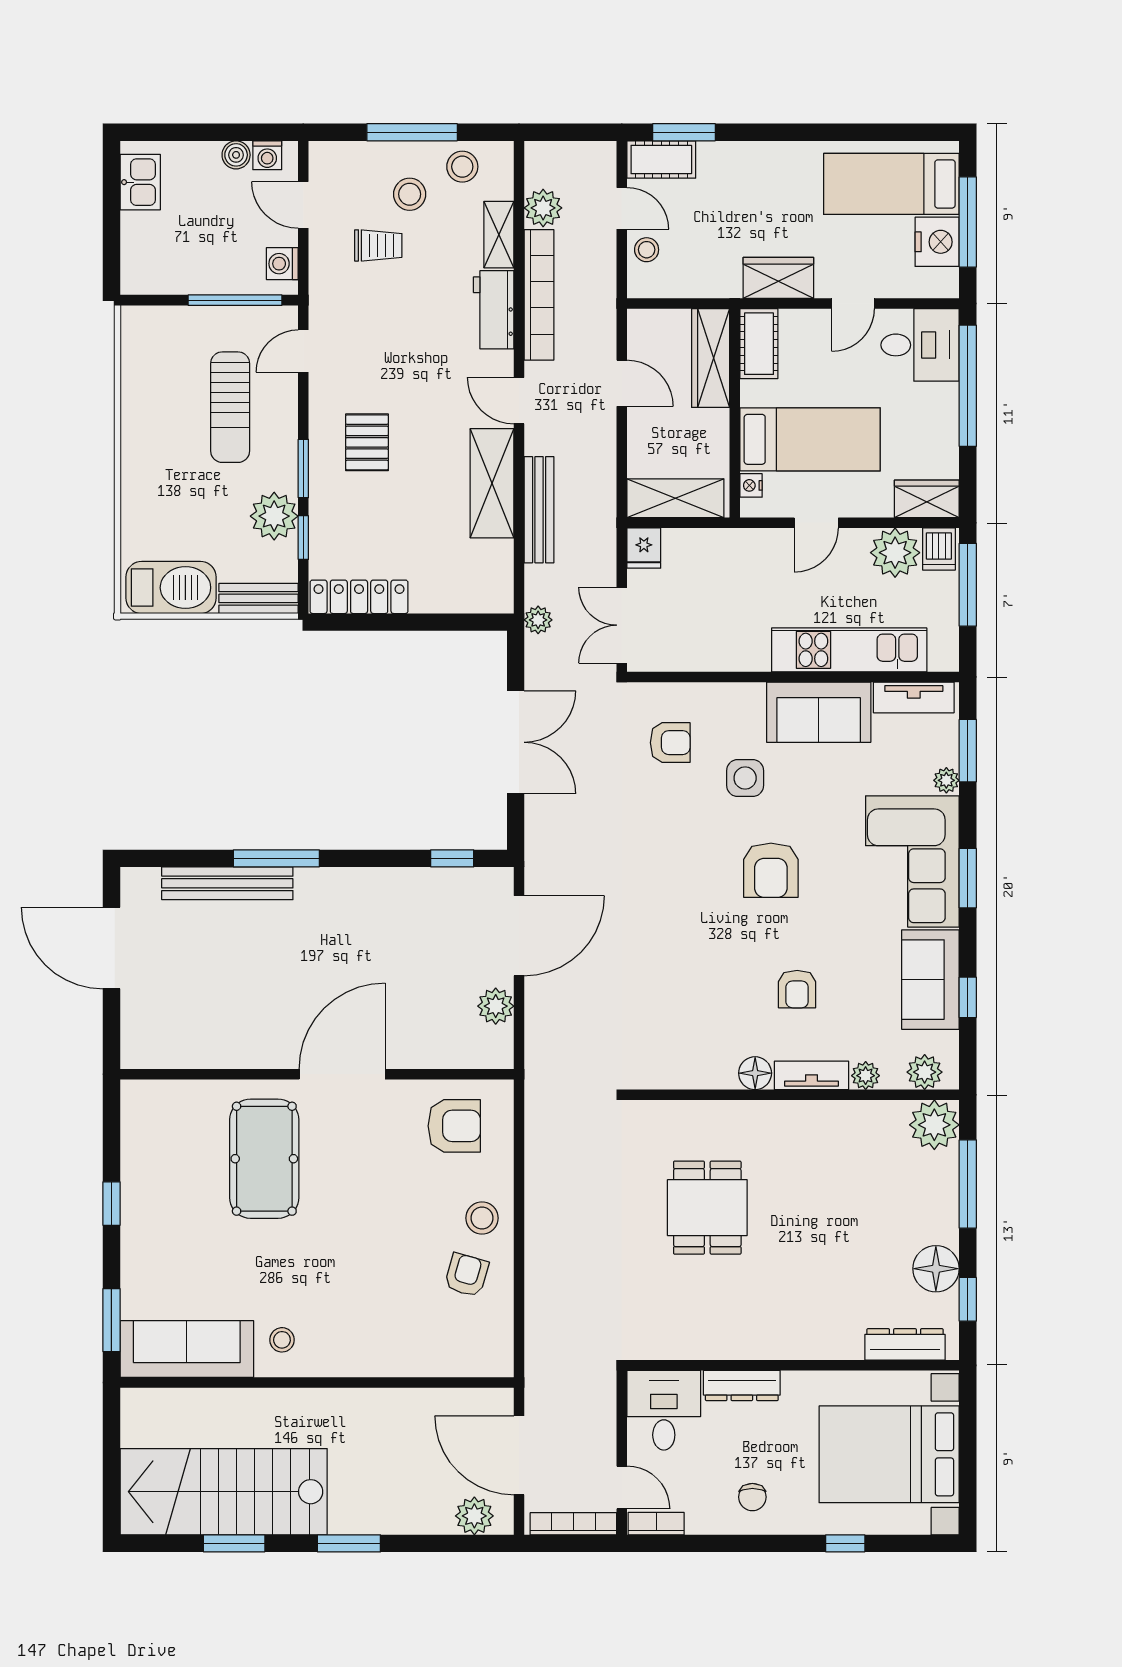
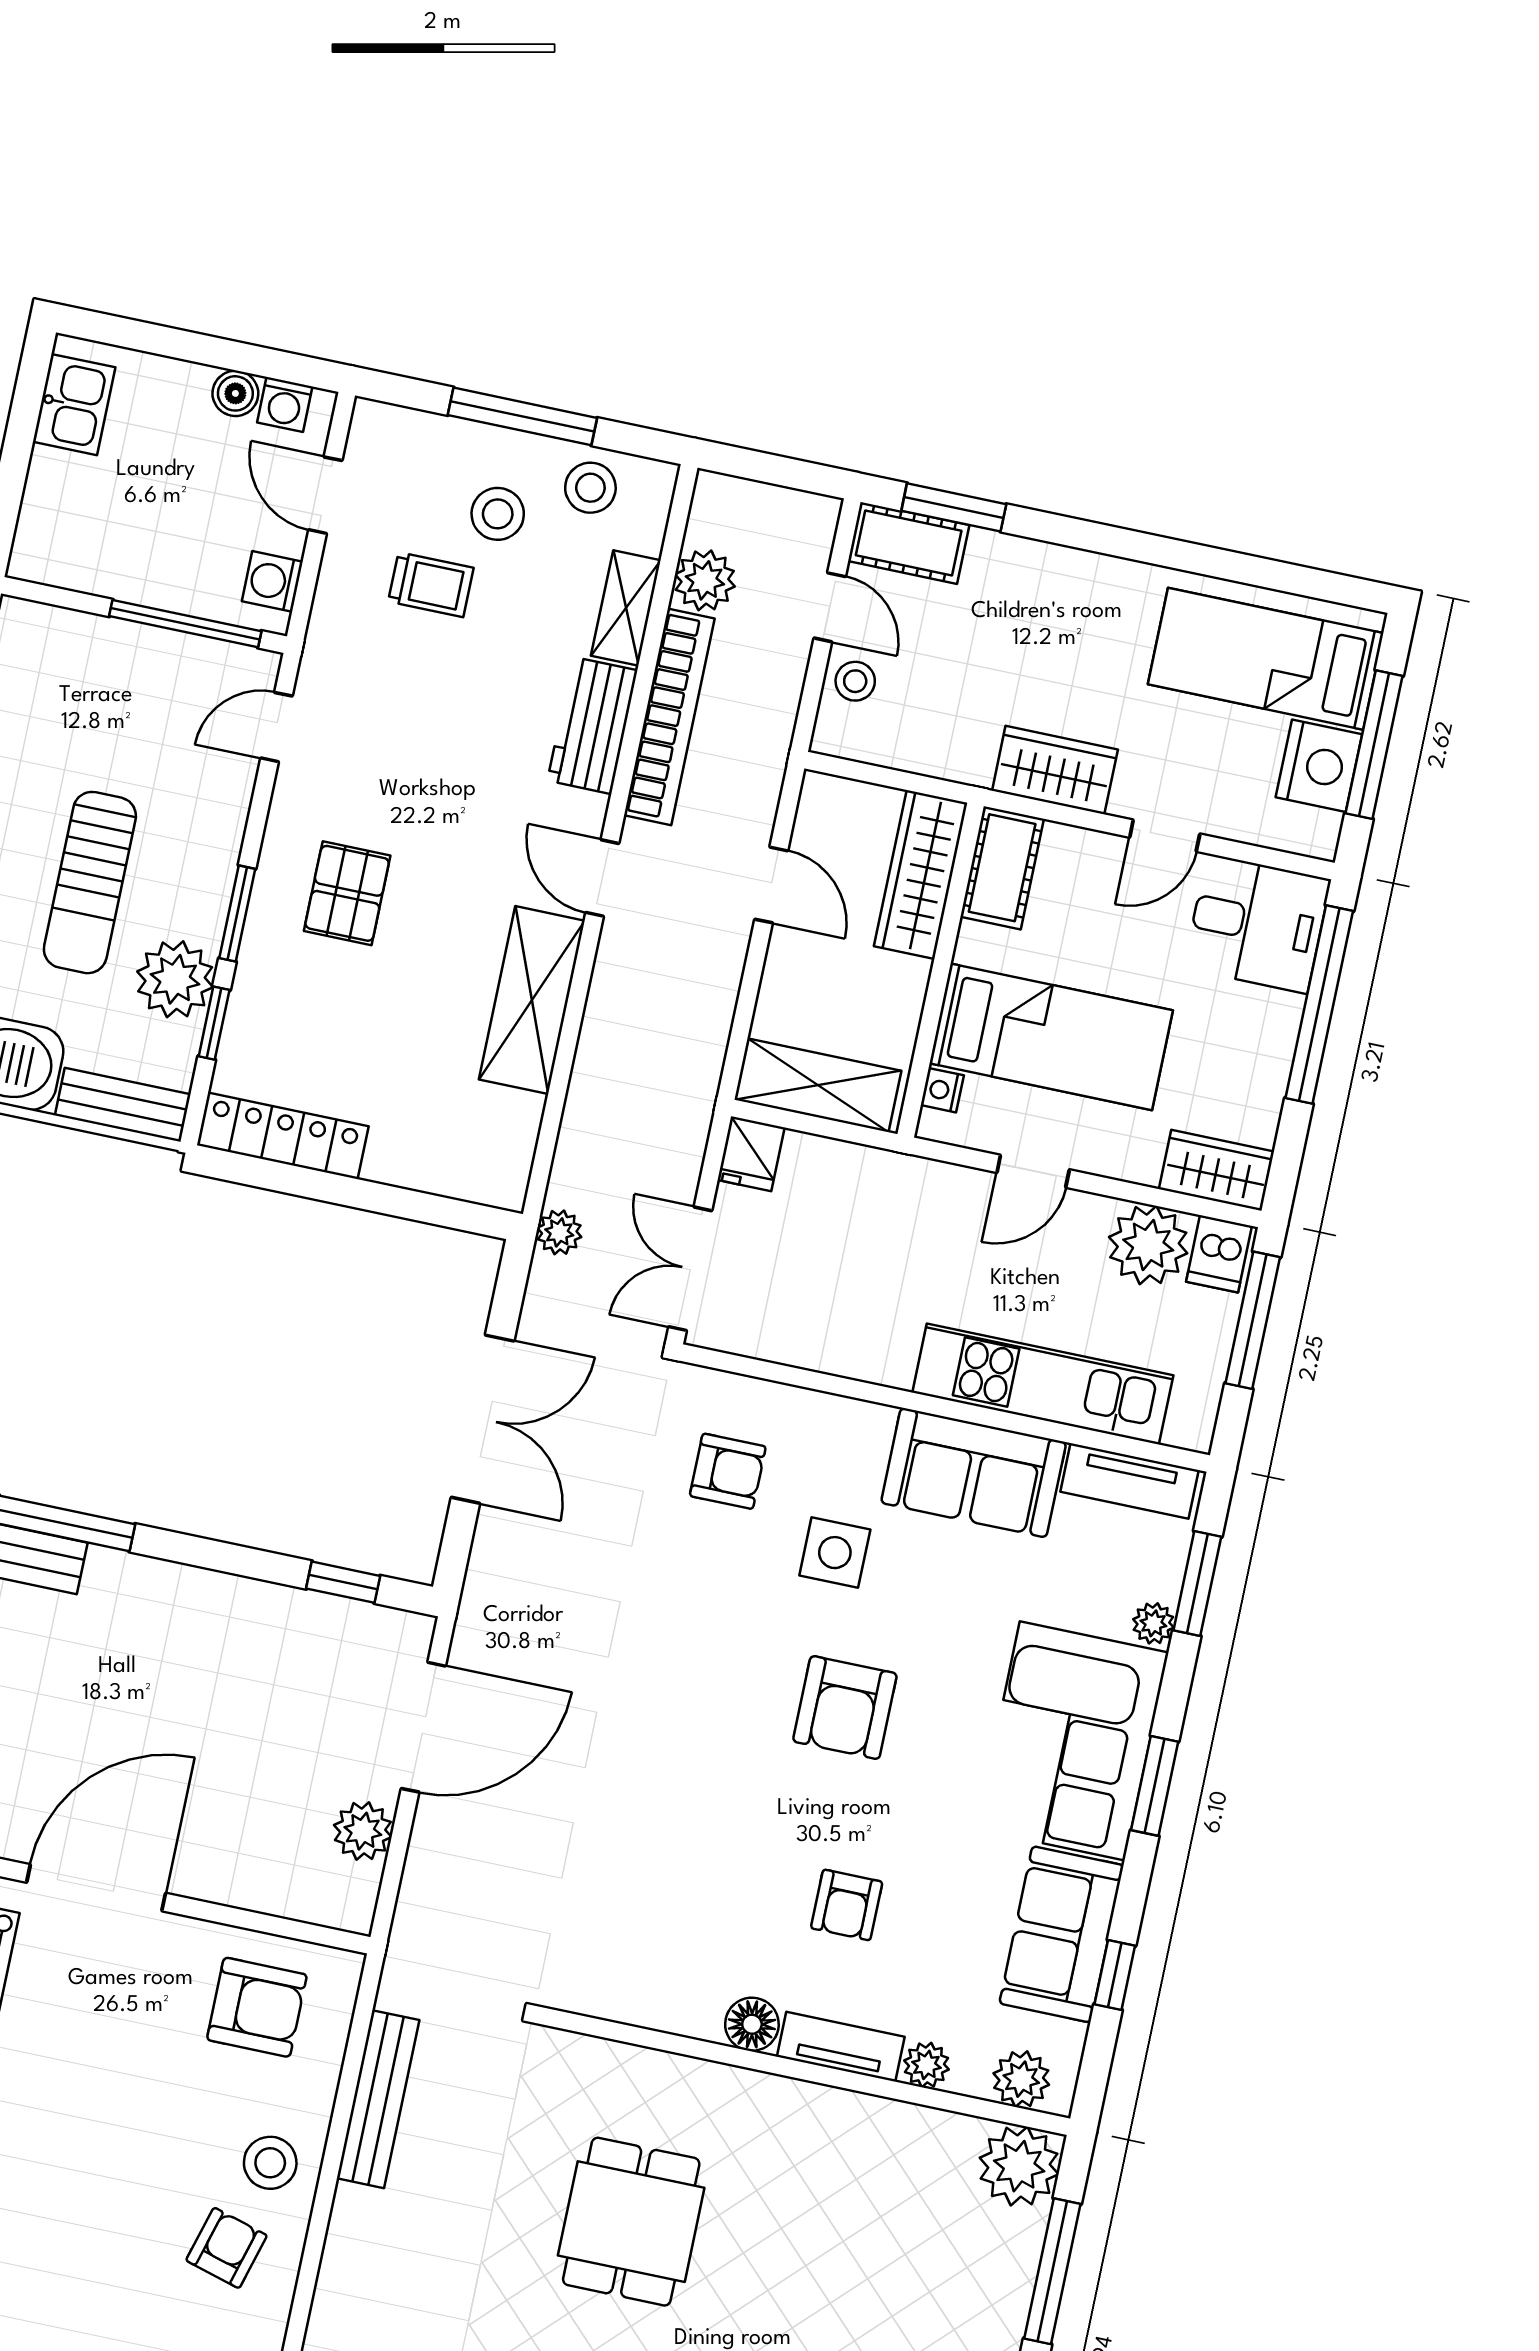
sun lounger: (230, 407) -> (90, 883), moved
bench: (539, 510) -> (378, 2099), moved

